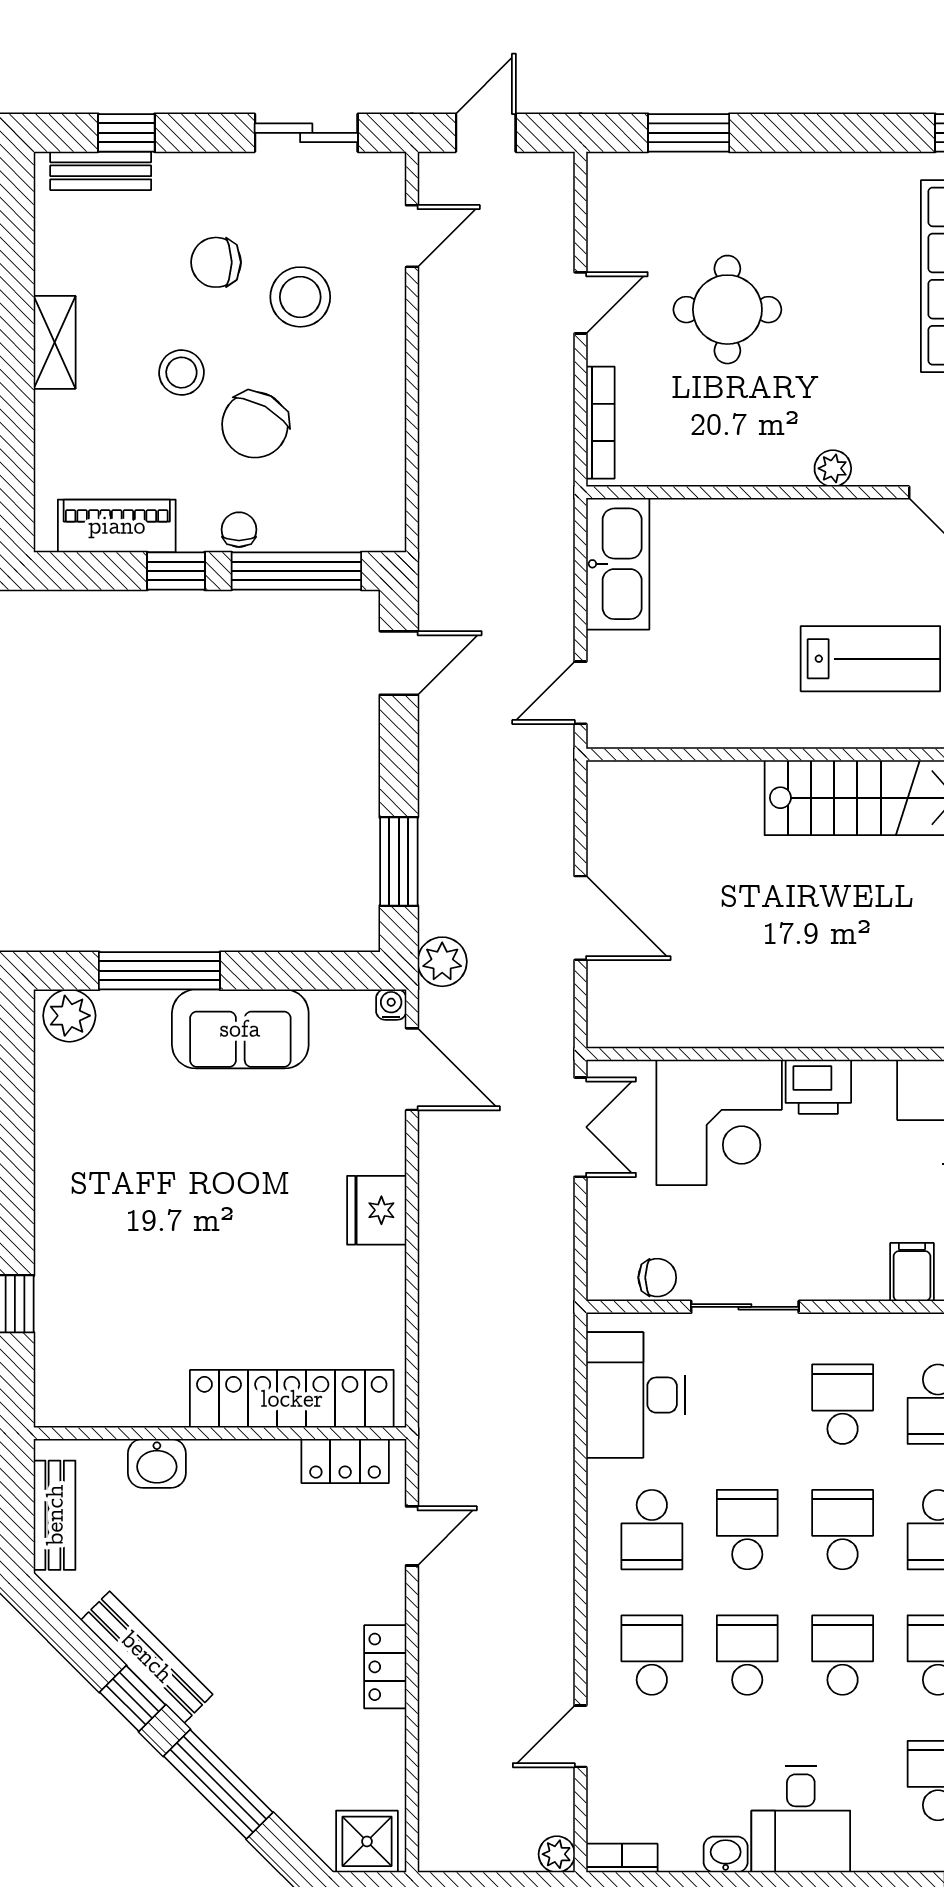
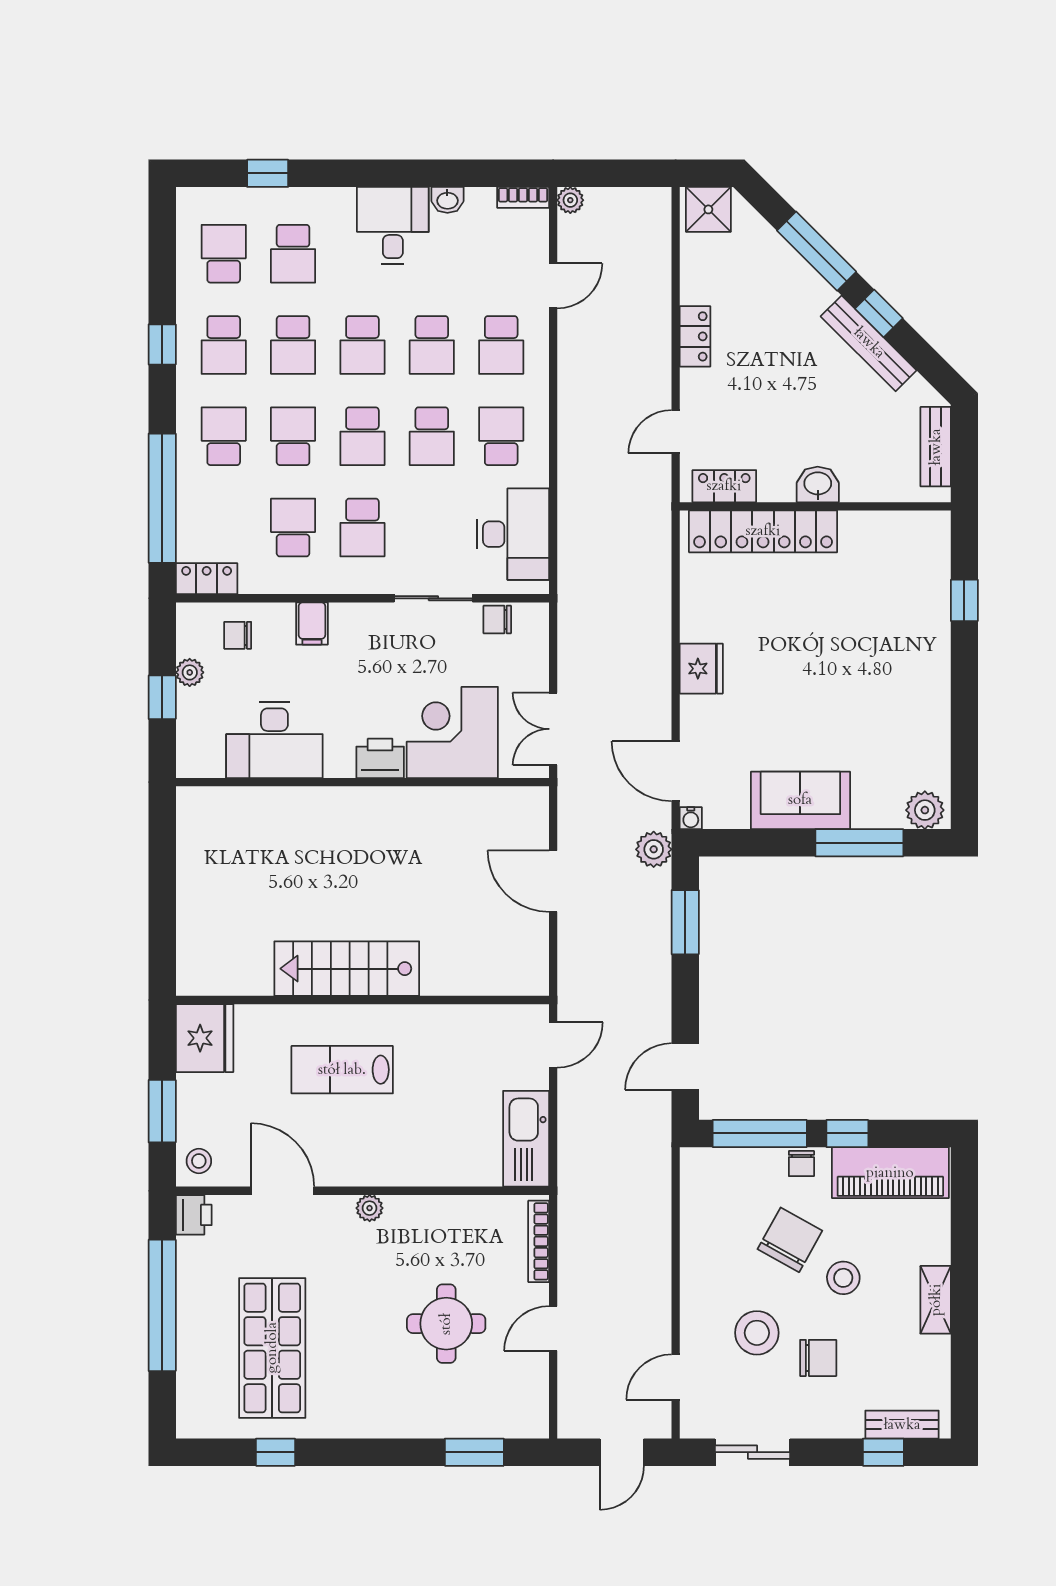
piano: (117, 526) -> (890, 1173), width x1.37, depth x1.33
washbasin: (157, 1463) -> (818, 484), moved

